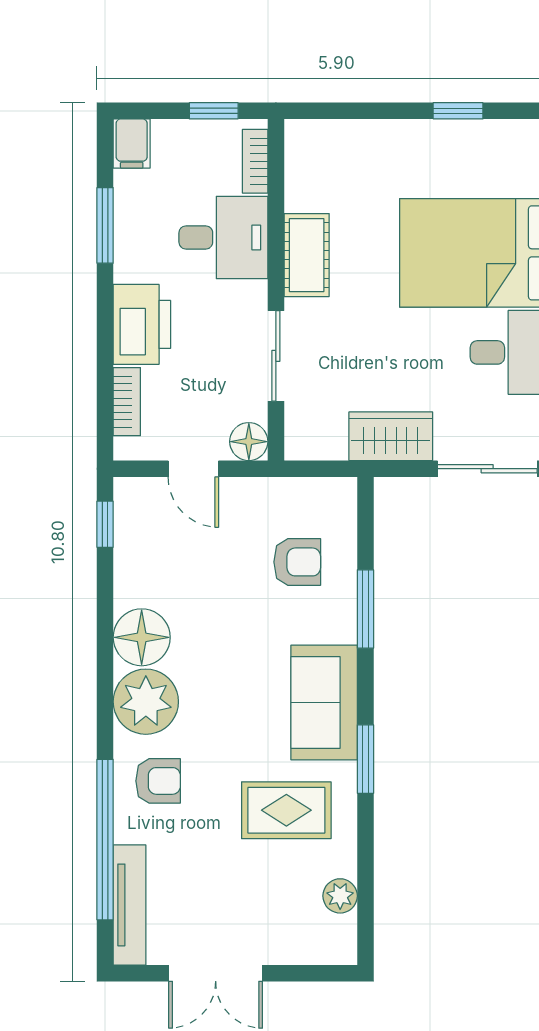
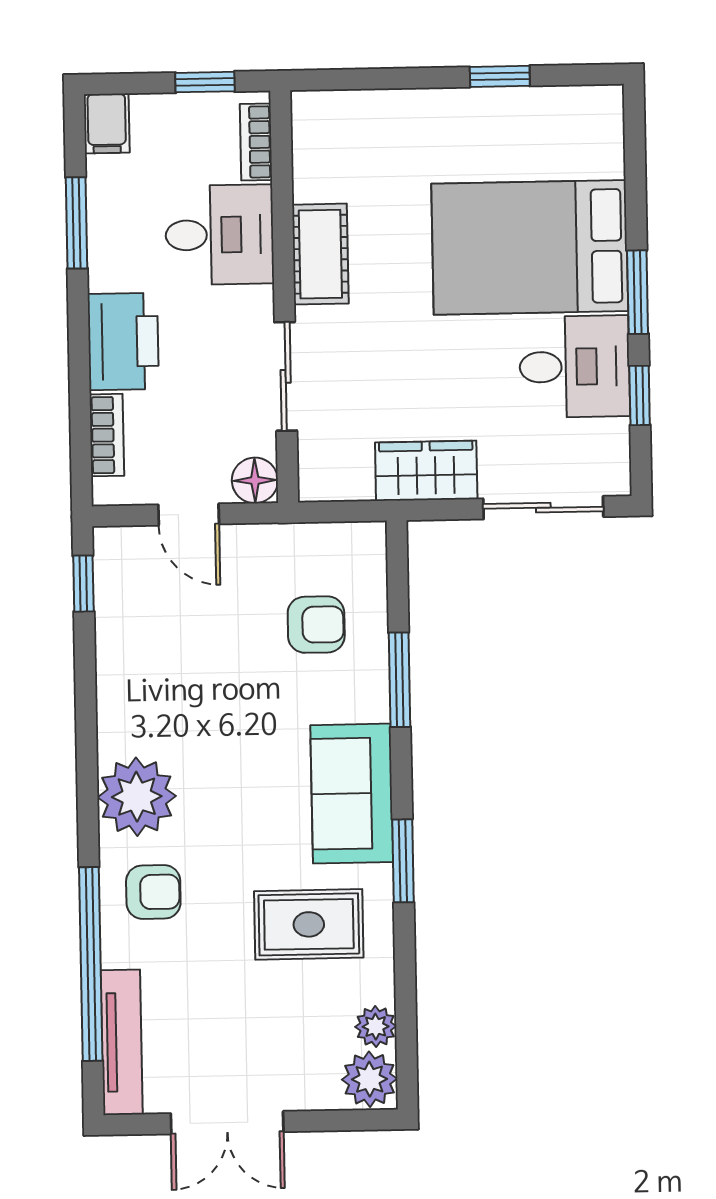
floor lamp: (142, 637) -> (130, 719), removed
plant: (334, 939) -> (370, 1079), added

